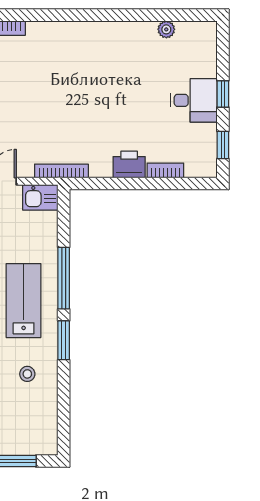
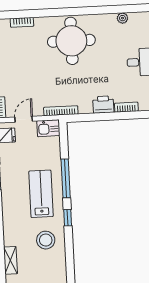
round table: (84, 61) -> (71, 41), added
window: (64, 340) -> (68, 218), width x0.67
stool: (27, 374) -> (46, 240), width x1.89, depth x1.89

